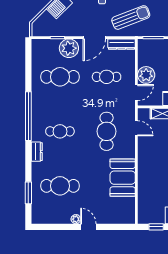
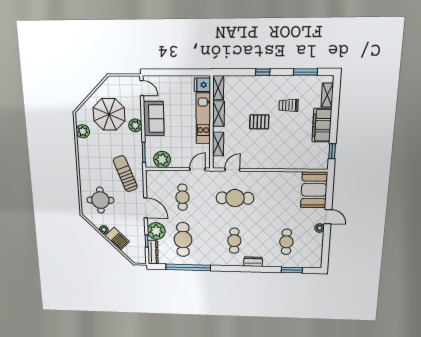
dresser: (122, 44) -> (153, 252), moved
plant: (146, 75) -> (162, 160), moved
door: (136, 93) -> (197, 169), hinge flipped
window: (28, 116) -> (188, 267), moved
booth: (123, 178) -> (314, 190), moved, turned 90
cafe table: (60, 186) -> (286, 242), width x0.73, depth x0.74
door: (88, 227) -> (328, 217), swing flipped

